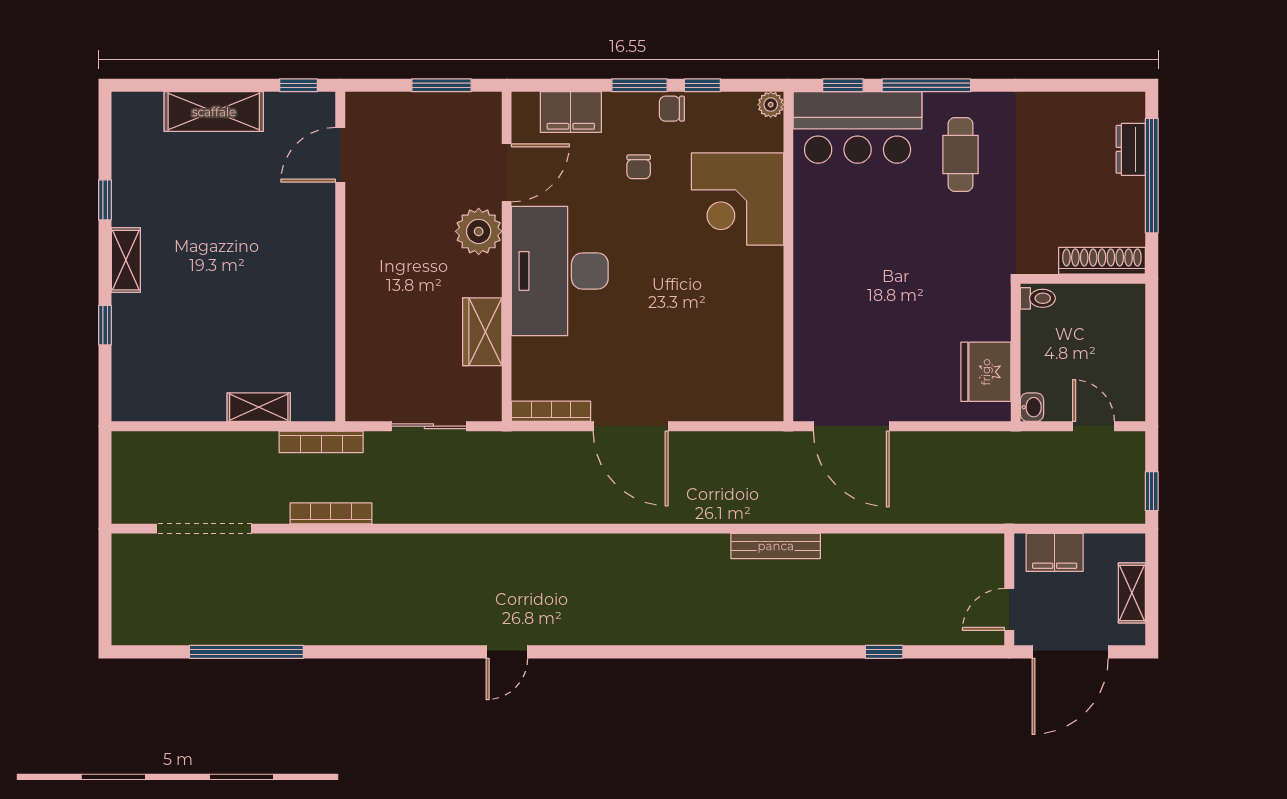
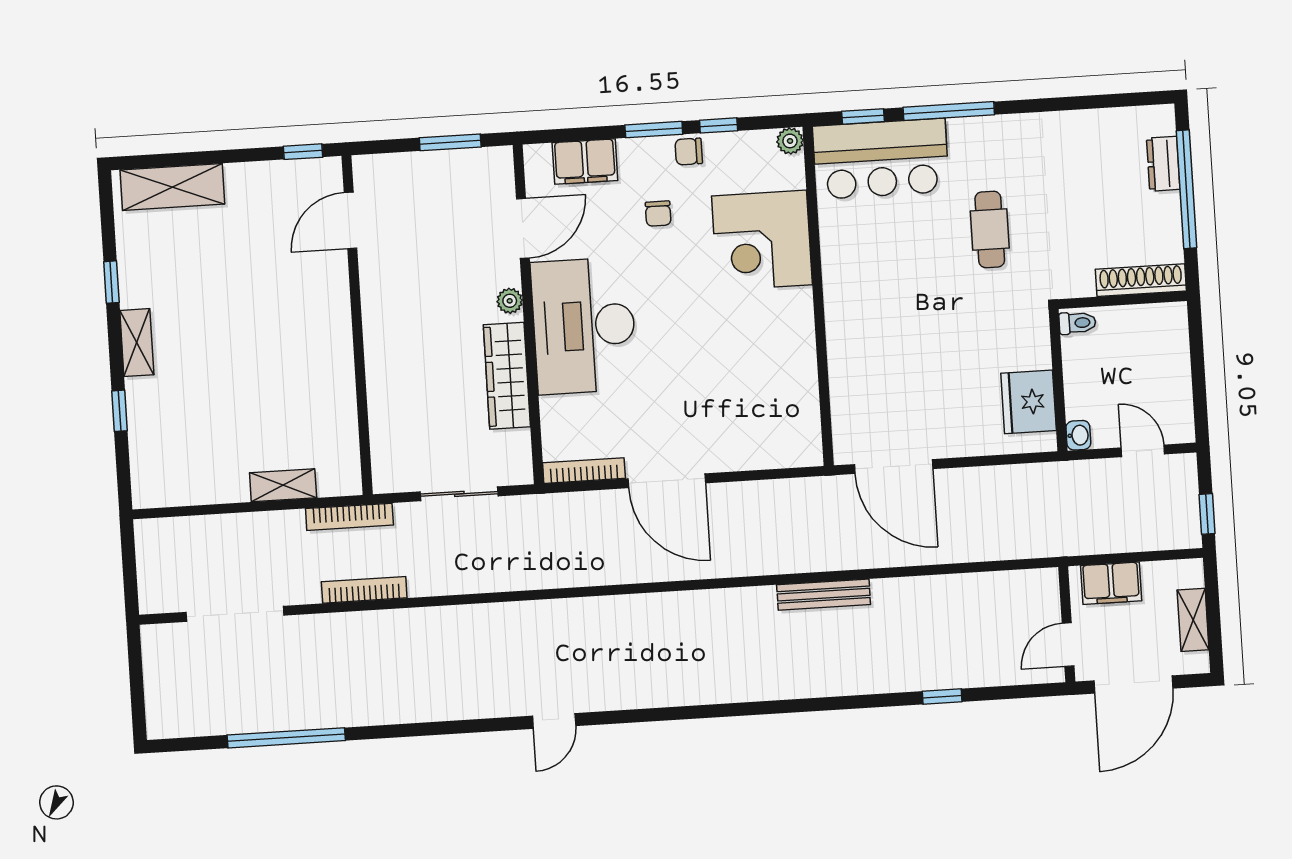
shelving: (214, 112) -> (172, 187), moved
cafe table: (961, 155) -> (990, 229), moved
plant: (479, 231) -> (510, 301), width x0.53, depth x0.53
wardrobe: (482, 332) -> (507, 376), width x1.50

